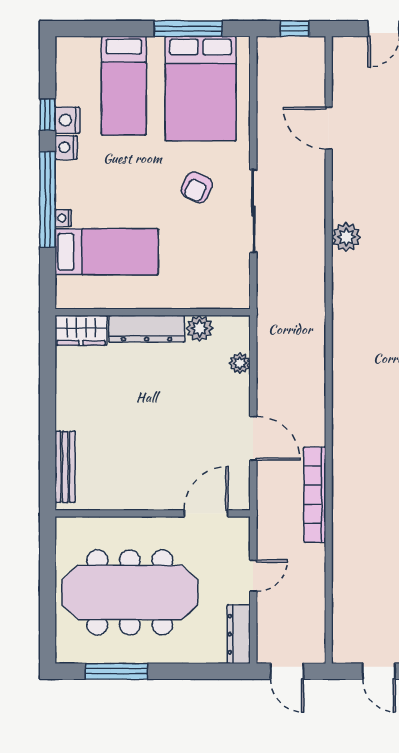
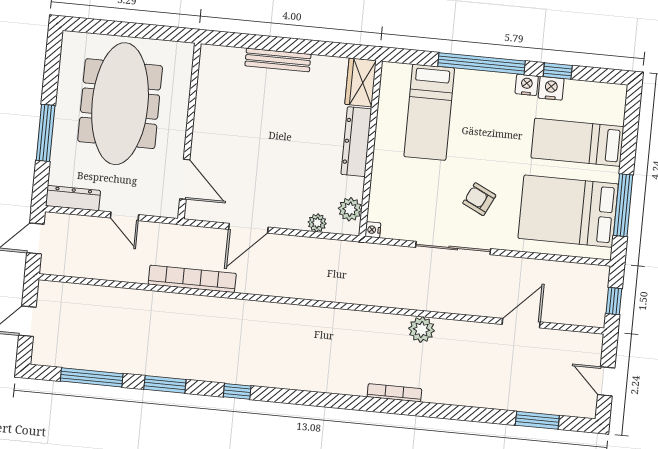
nightstand: (63, 218) -> (373, 230), moved, turned -90
plant: (200, 328) -> (350, 209), moved
bench: (65, 467) -> (278, 60), moved
window: (117, 671) -> (46, 133), moved

